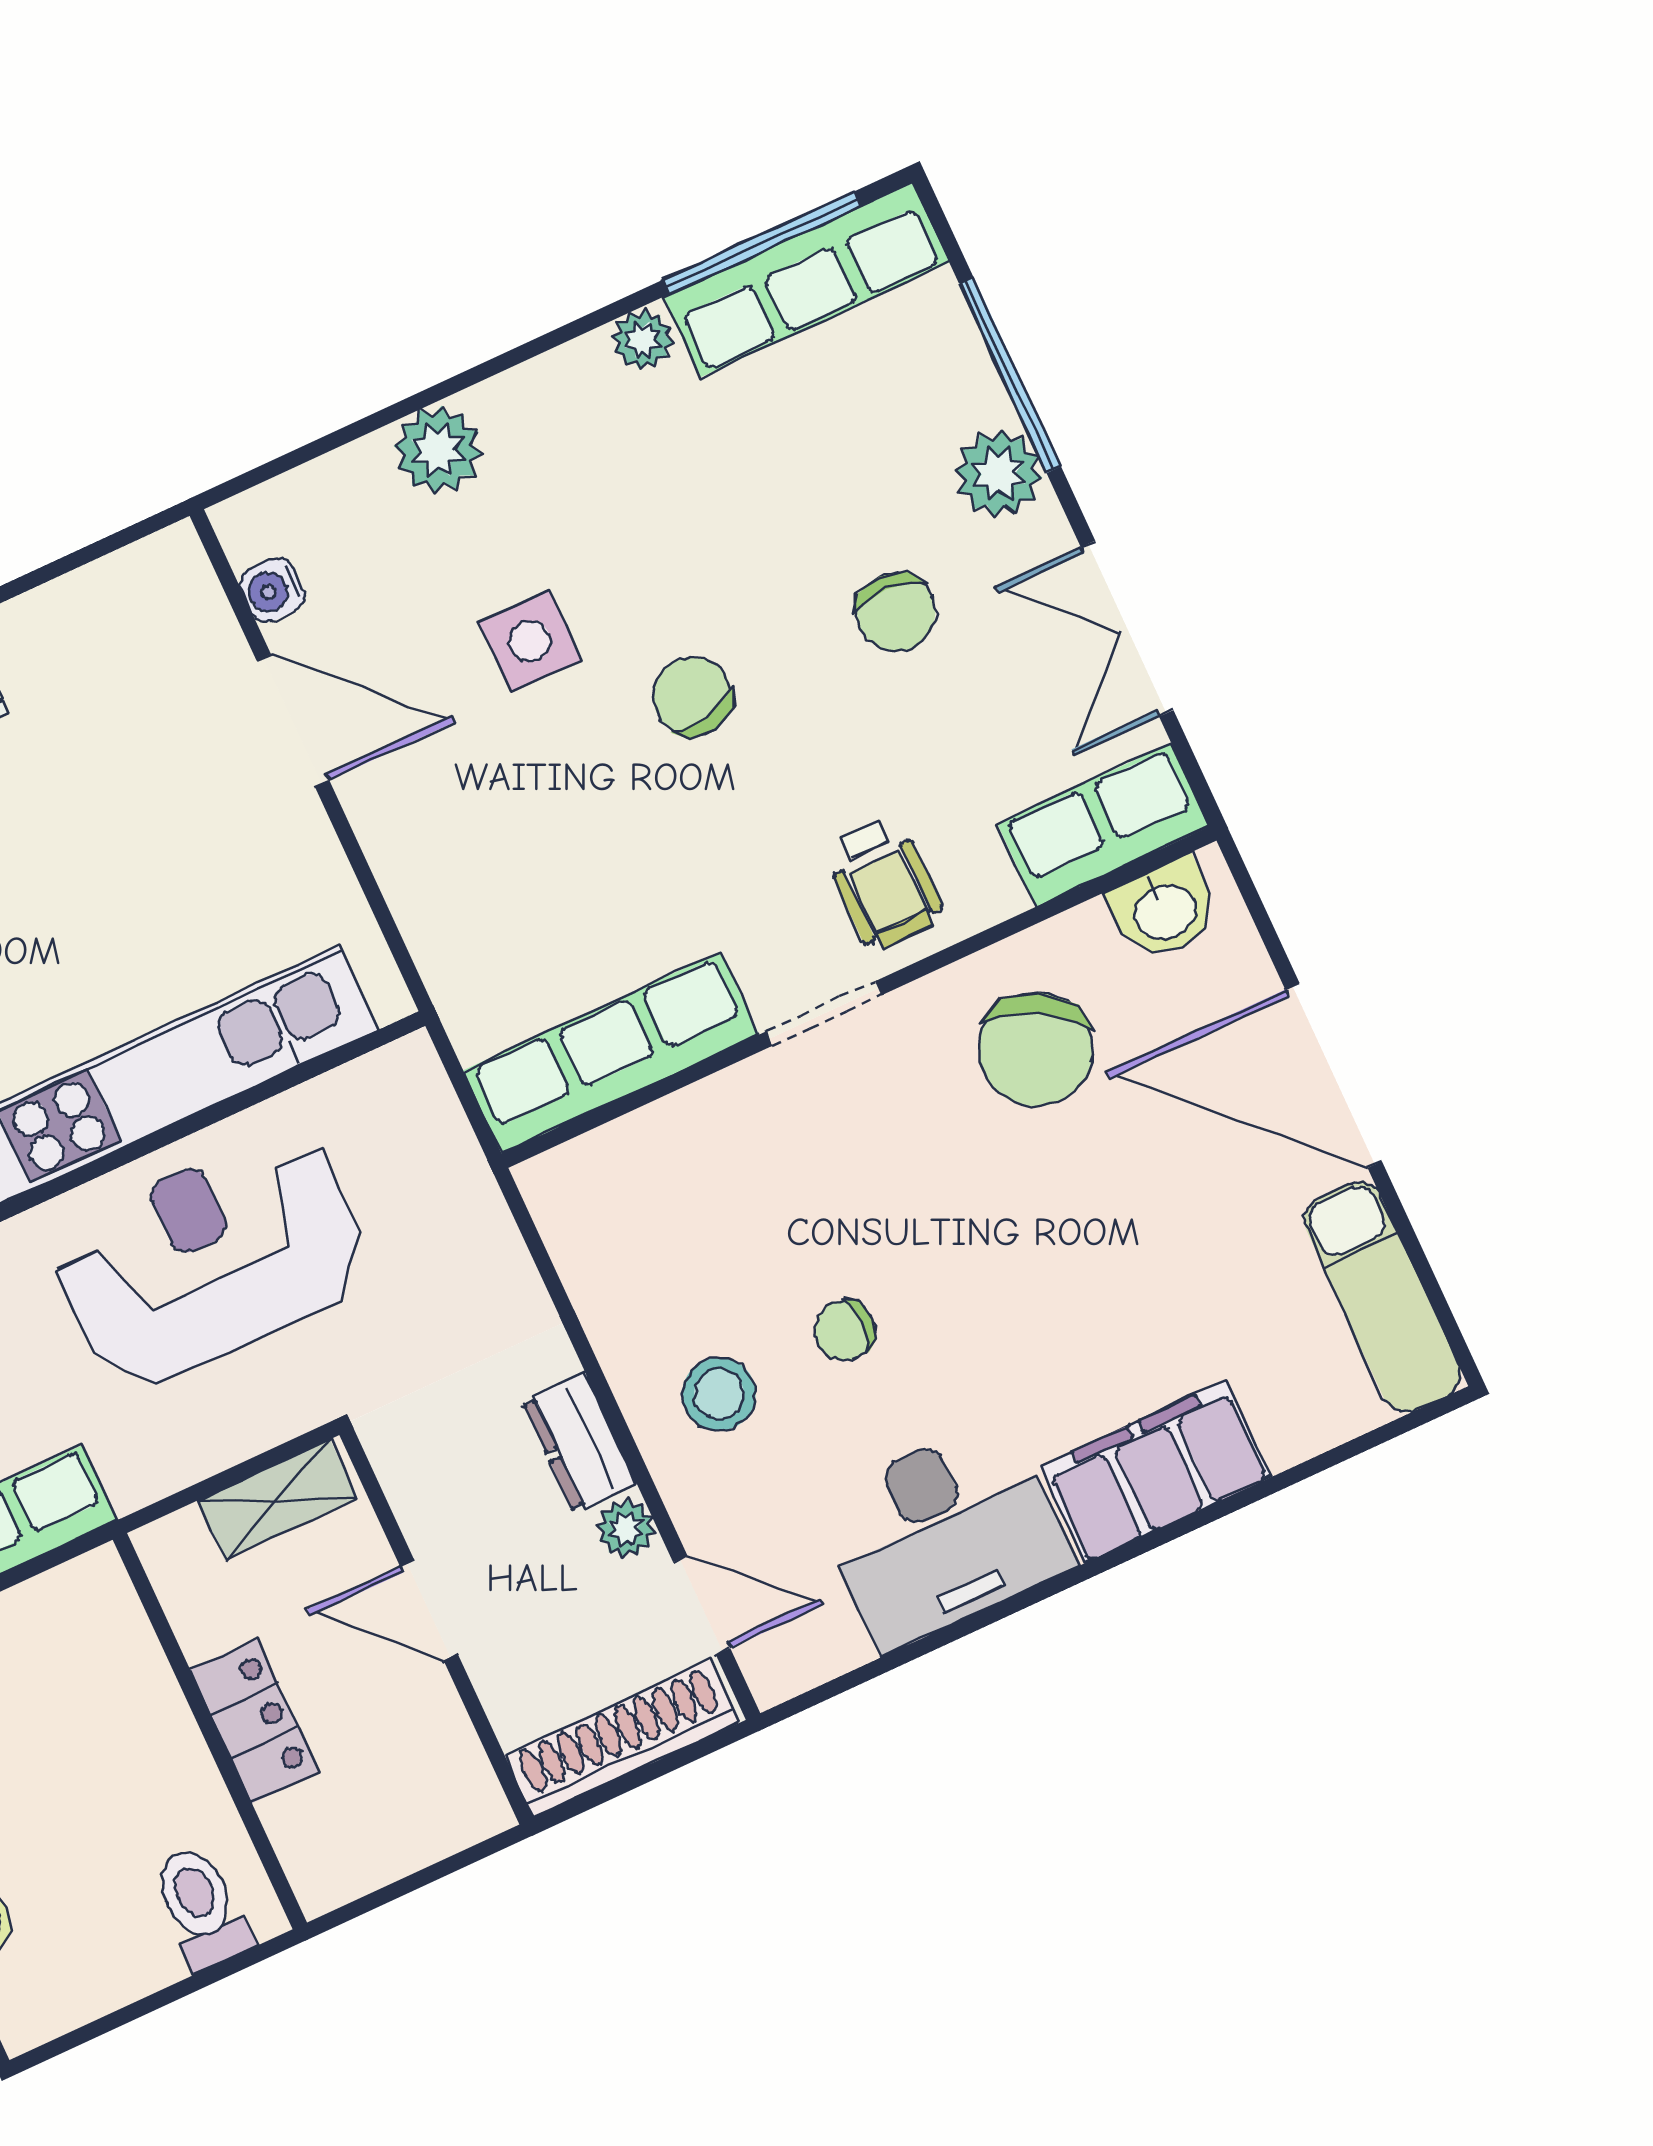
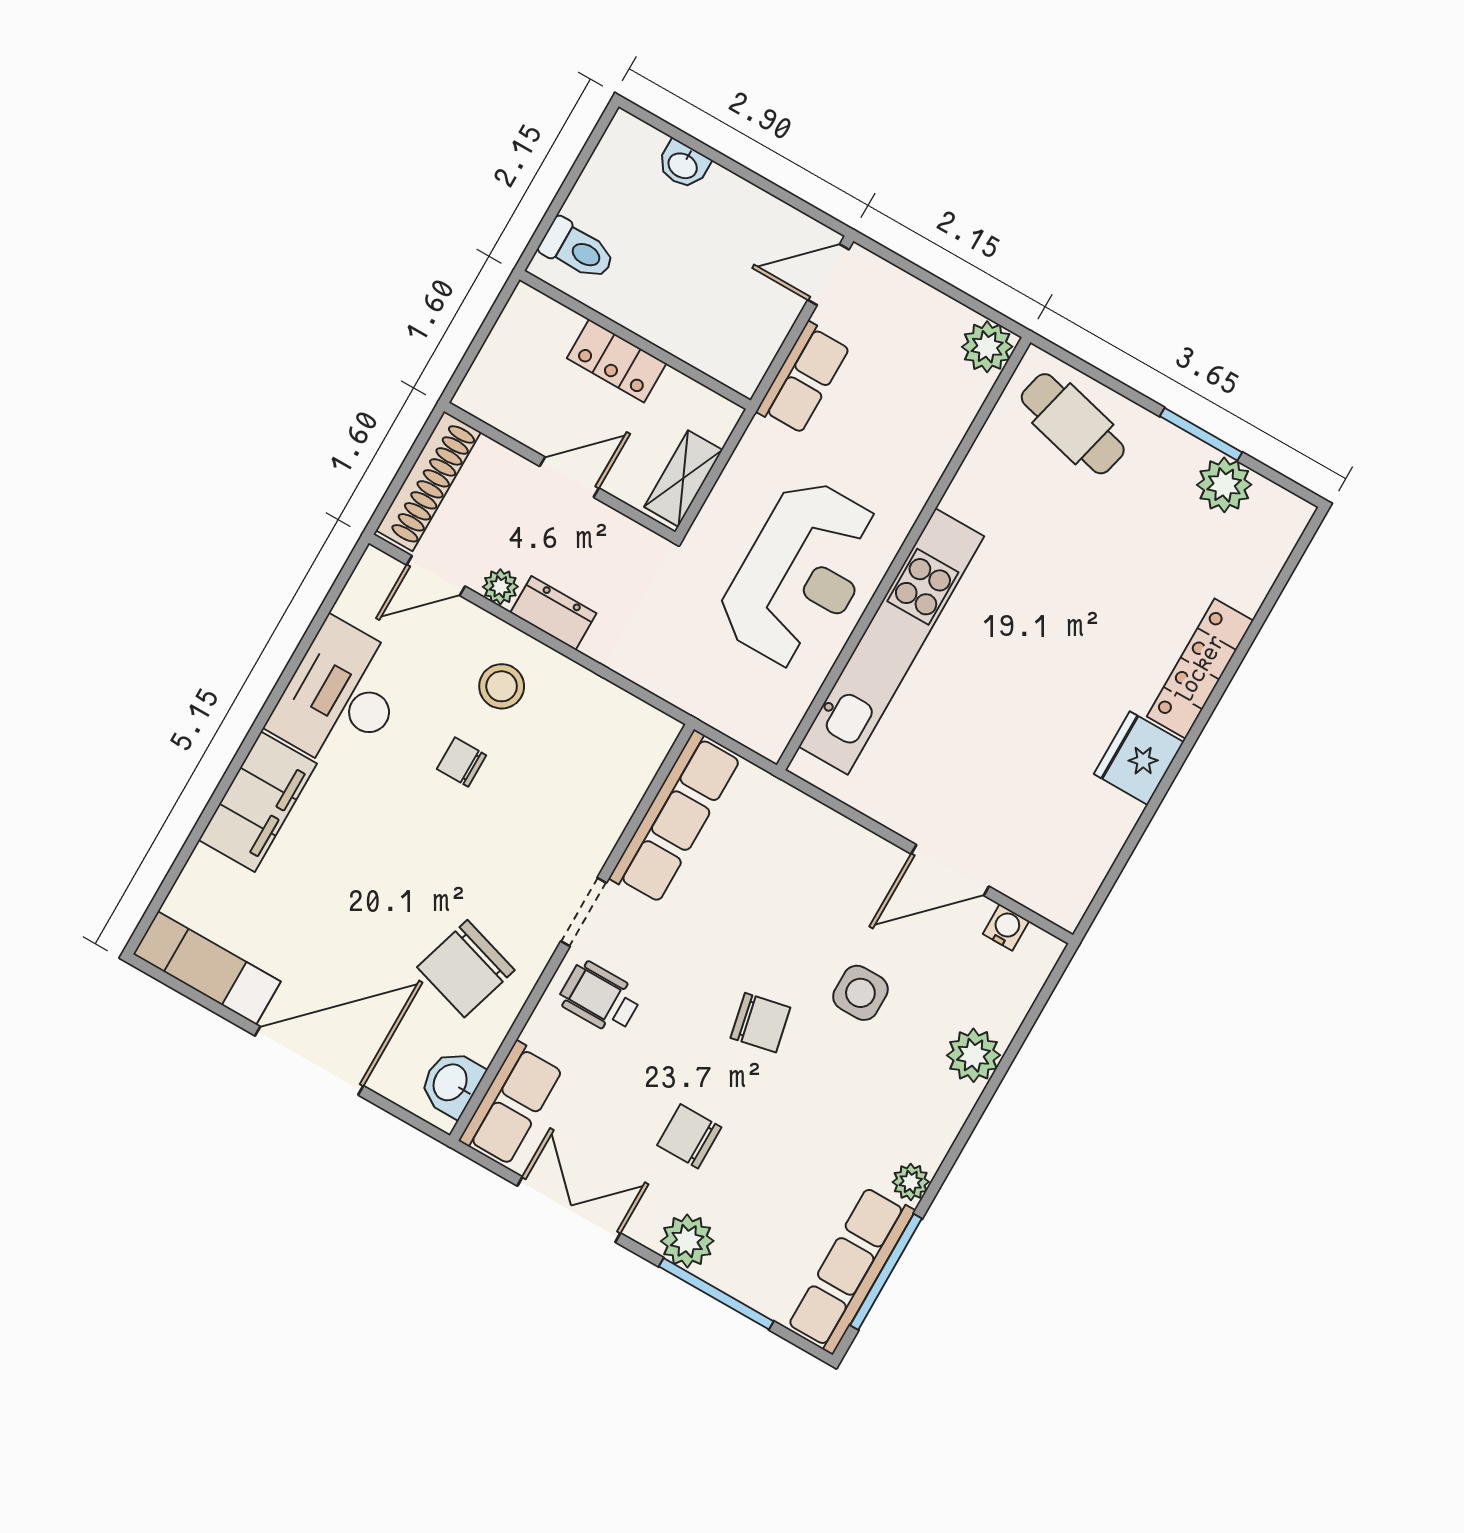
chair: (1036, 1050) -> (466, 969), turned -102
chair: (845, 1331) -> (462, 762), turned -90

